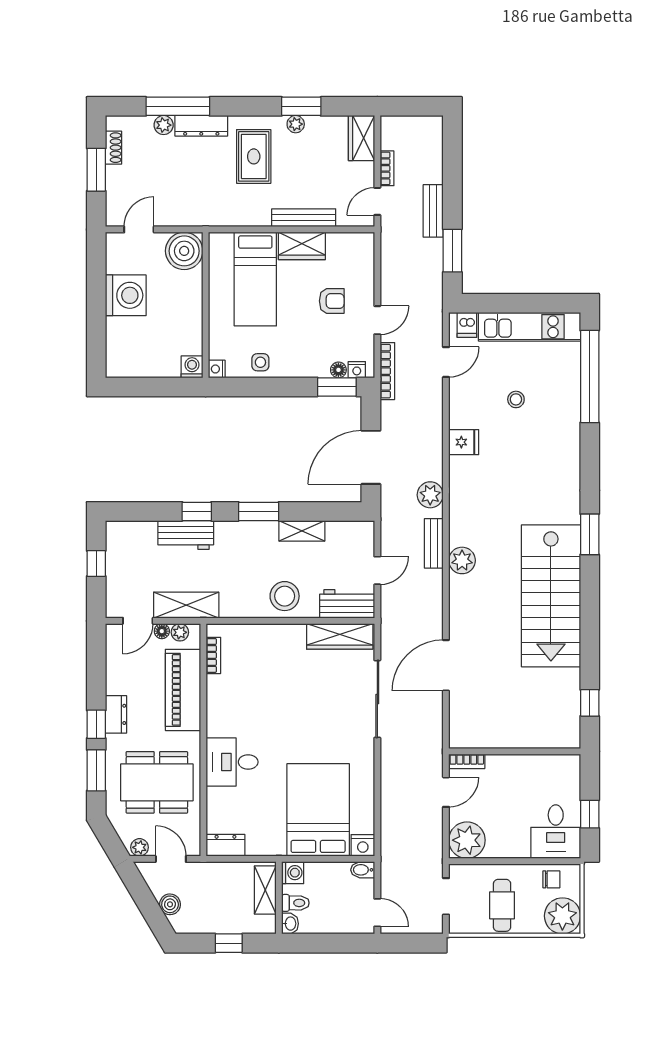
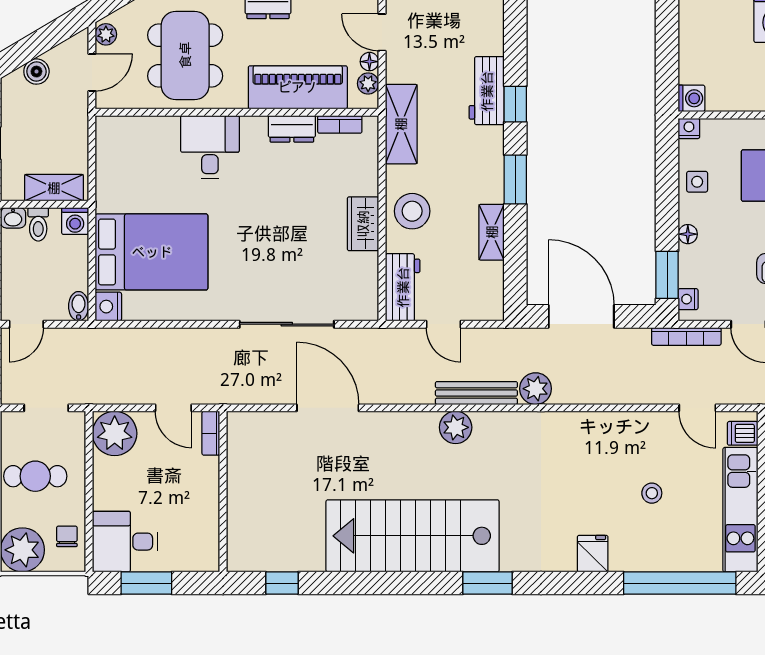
floor lamp: (338, 370) -> (688, 234), moved
fridge: (464, 442) -> (593, 554), moved, turned 180
bench: (434, 543) -> (476, 393), width x1.36
shelving: (186, 605) -> (401, 124), moved
wardrobe: (340, 636) -> (363, 224), moved, width x0.67
window: (590, 814) -> (146, 583), width x1.50
dresser: (225, 845) -> (292, 129), moved, turned 90
chair: (551, 879) -> (67, 536), turned 180

